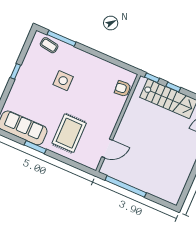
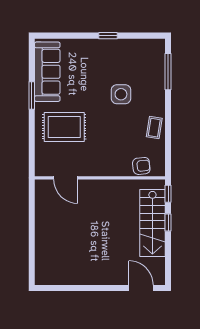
coffee table: (49, 45) -> (154, 128), moved
armchair: (123, 89) -> (141, 166), turned 89
window: (126, 186) -> (32, 218), removed

